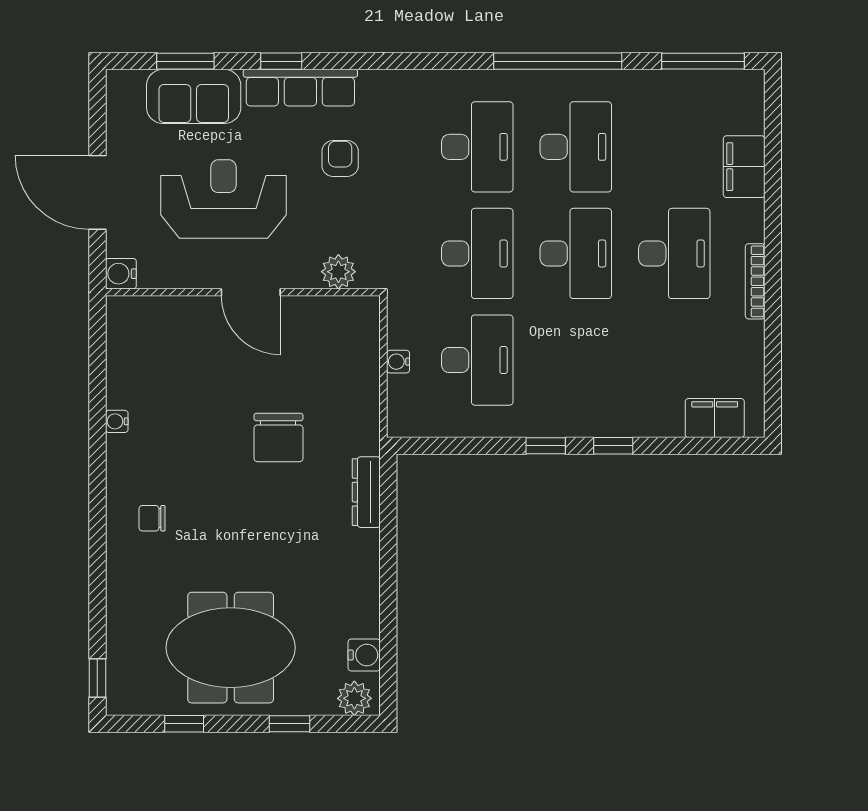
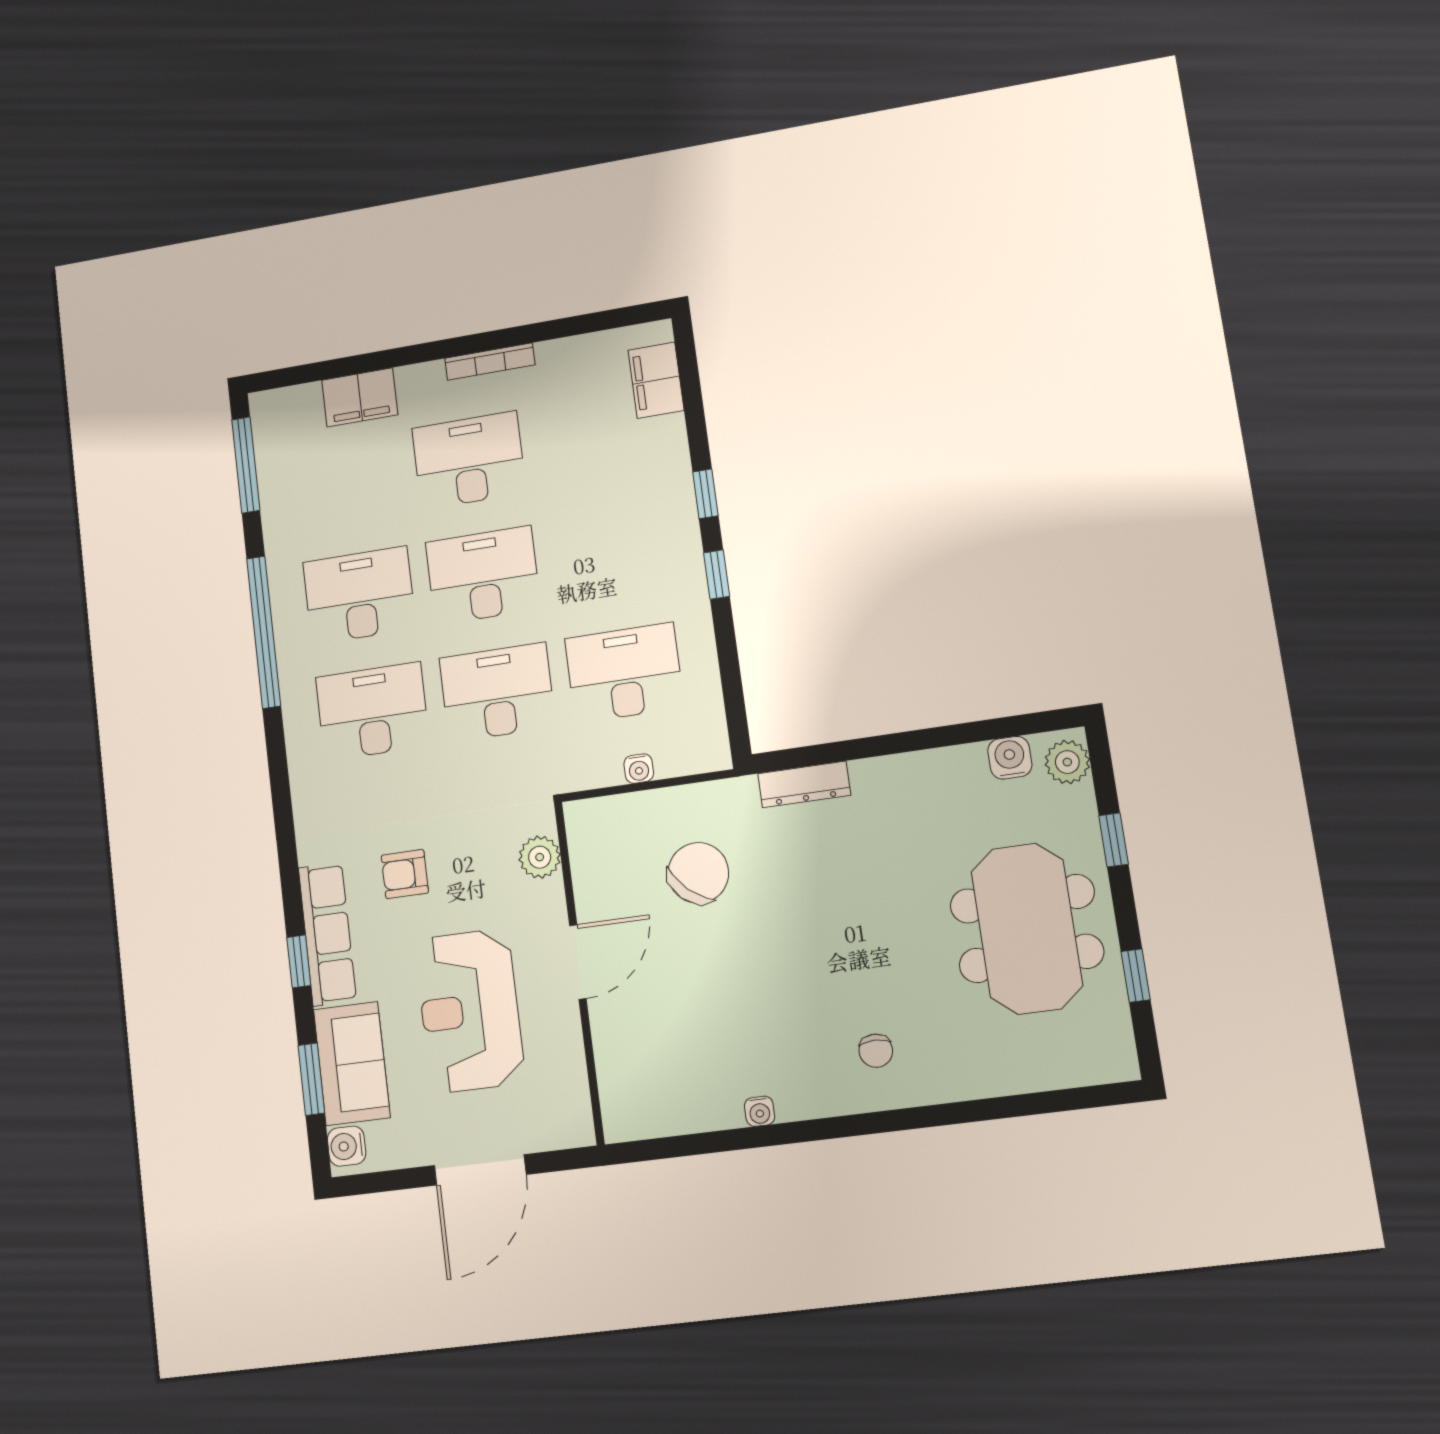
water cooler: (121, 274) -> (347, 1146), moved, turned 90
chair: (278, 437) -> (698, 873), moved, turned -48
window: (97, 678) -> (1094, 1097), removed

